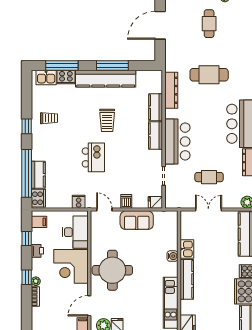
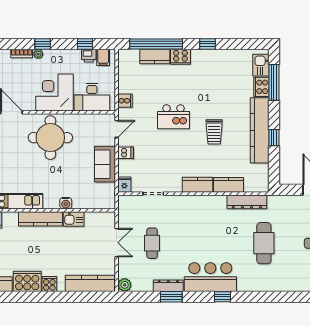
window: (112, 66) -> (274, 138), width x0.46
trolley: (49, 118) -> (216, 68), removed
trolley: (107, 120) -> (214, 132), turned -90
bar counter: (177, 141) -> (191, 209), removed
cooker: (38, 198) -> (180, 57), moved
printer: (37, 251) -> (89, 56), moved

